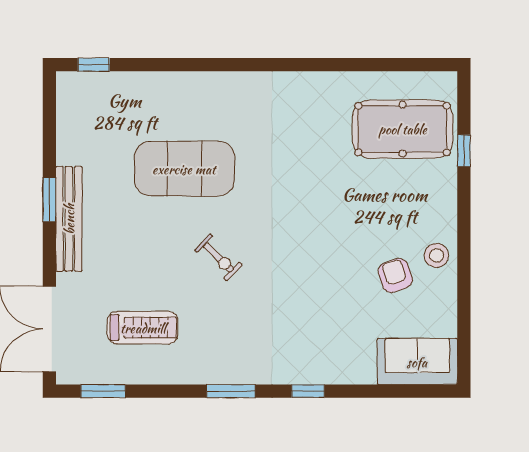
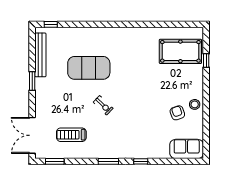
bench: (69, 219) -> (40, 55), moved
treadmill: (143, 328) -> (71, 135), turned 180

